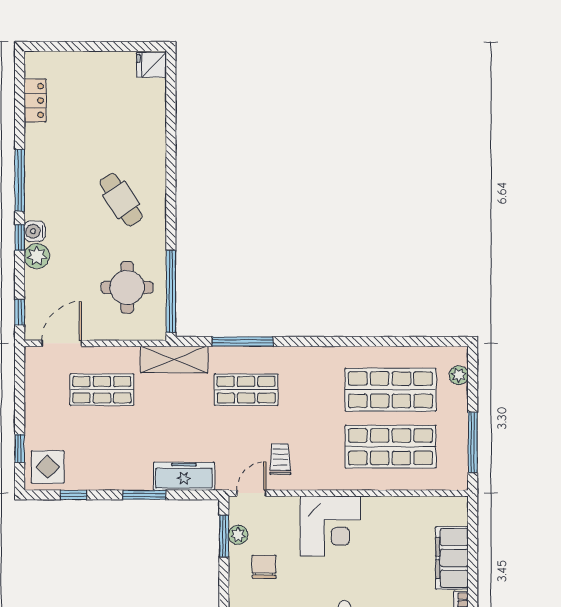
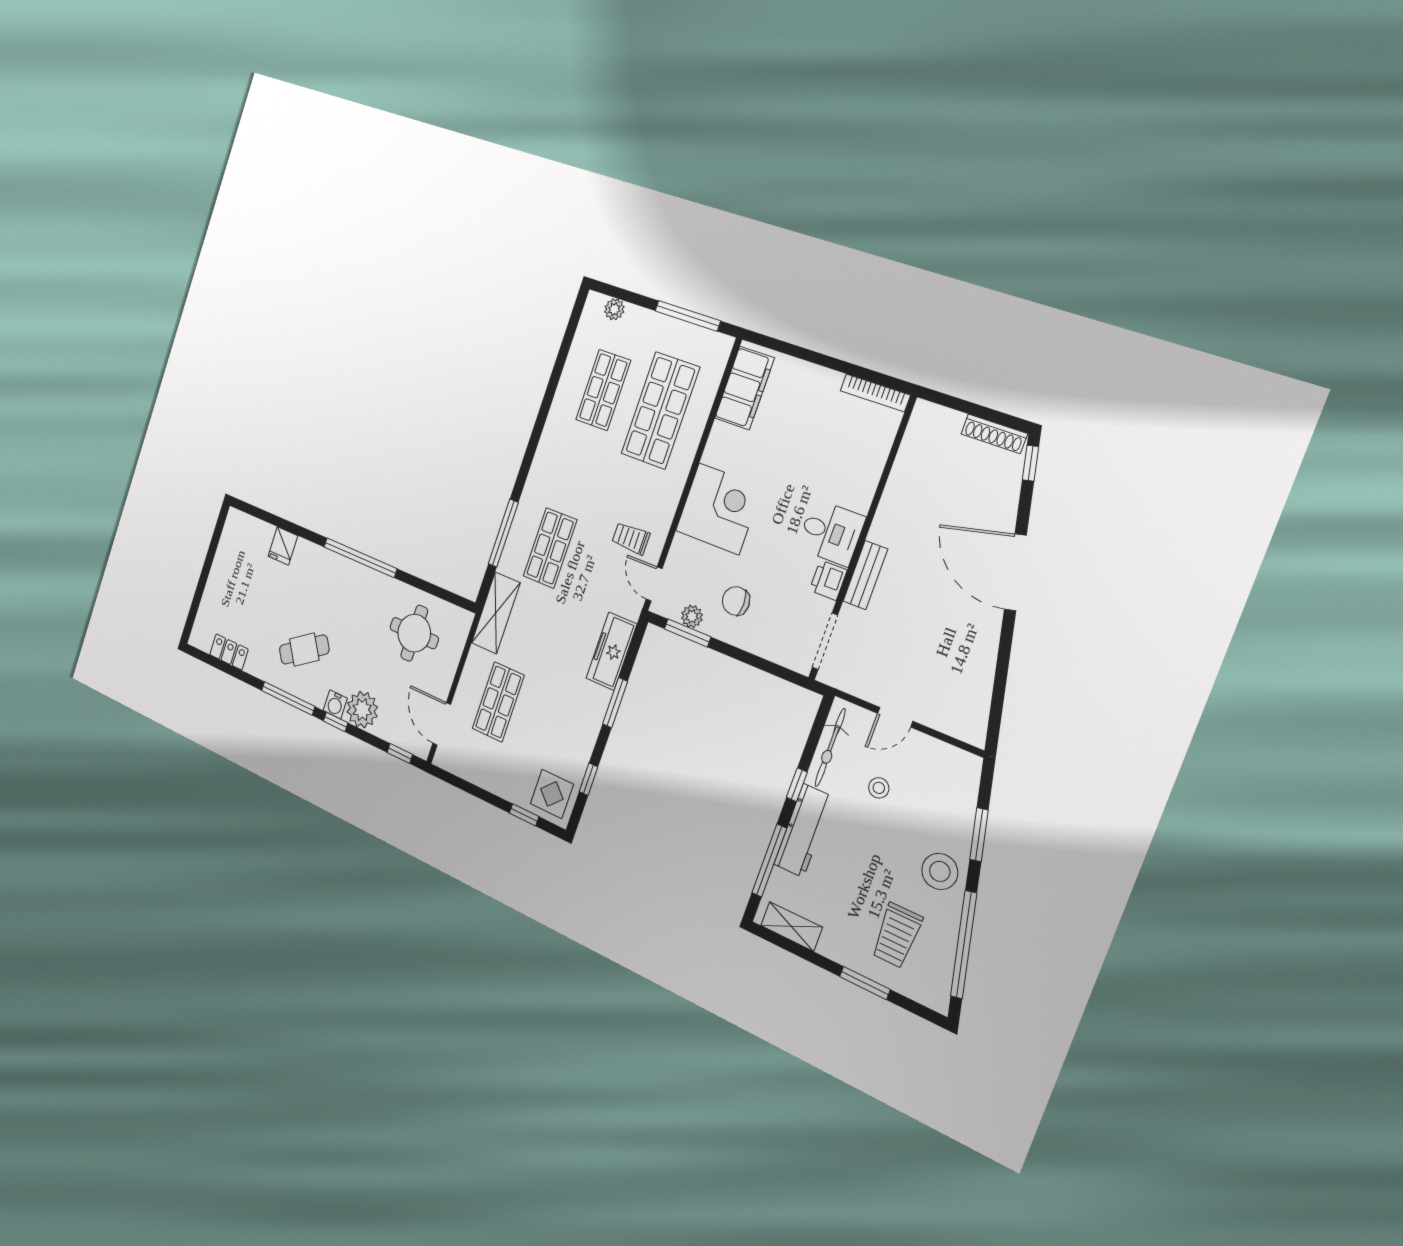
fridge: (151, 65) -> (283, 546), moved
cafe table: (121, 200) -> (304, 650), moved
plant: (37, 256) -> (362, 710), width x1.36, depth x1.36
window: (171, 291) -> (360, 558), moved
shop shelf: (391, 390) -> (603, 390), width x0.70, depth x0.74
filing cabinet: (452, 558) -> (744, 388), moved, turned -90

